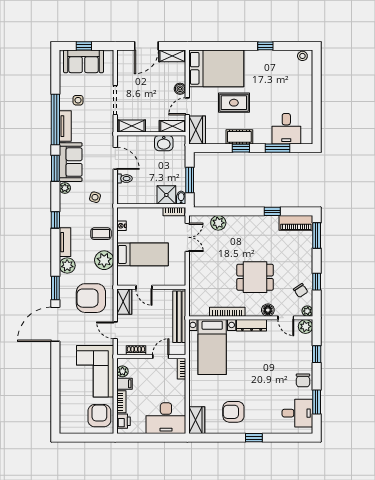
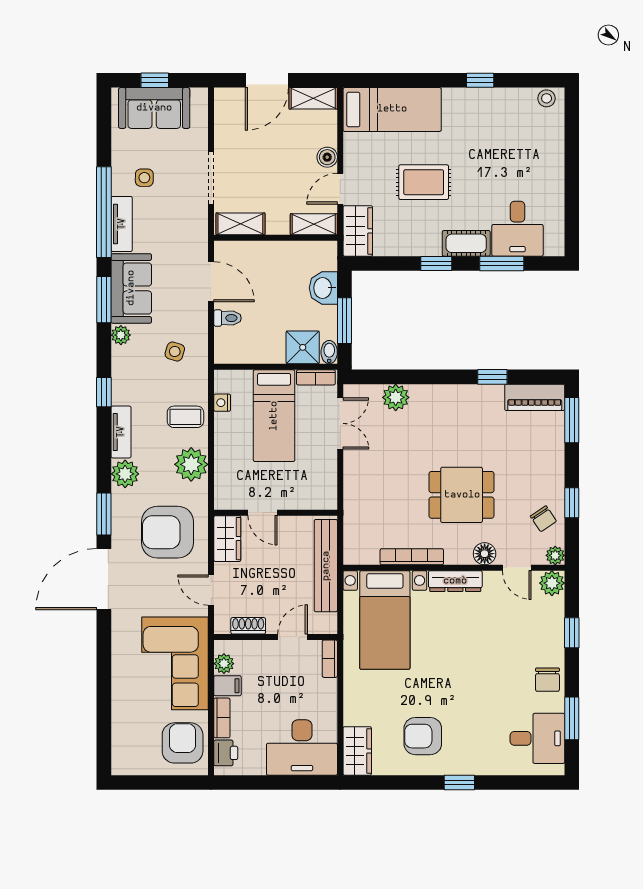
bed: (216, 68) -> (392, 109), width x0.67
cot: (239, 137) -> (466, 243), moved
washbasin: (164, 143) -> (323, 288), moved, turned 90
bed: (142, 254) -> (274, 416), moved, turned 90

